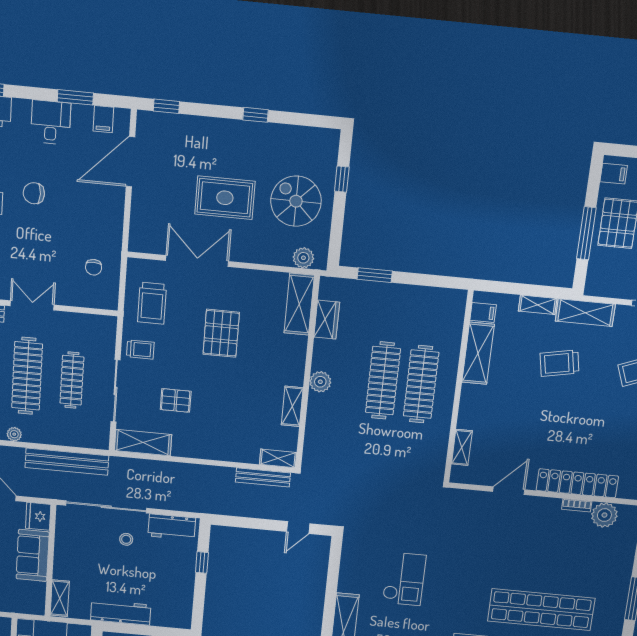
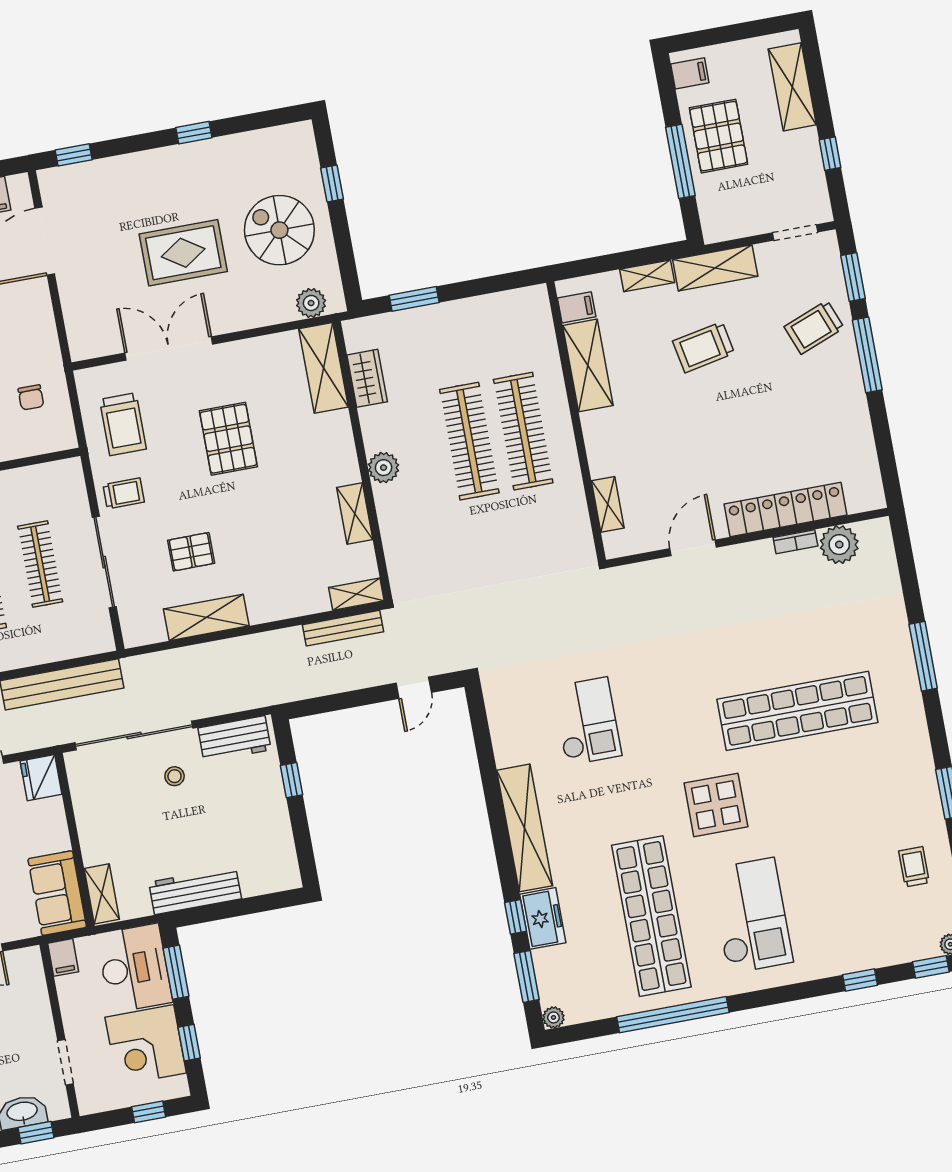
shelving: (143, 443) -> (206, 617), moved
sofa: (33, 555) -> (57, 893), moved

